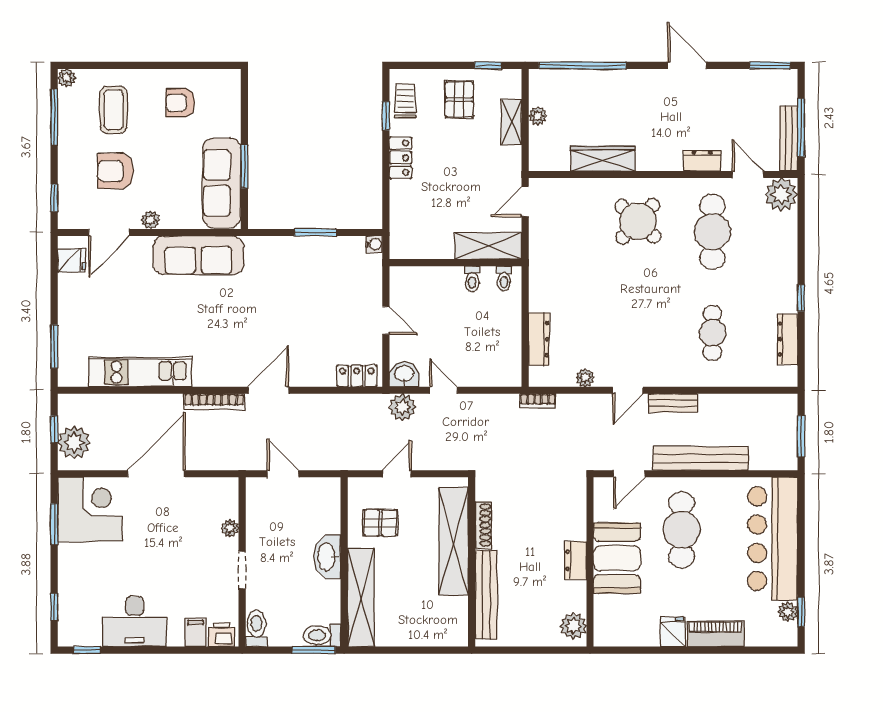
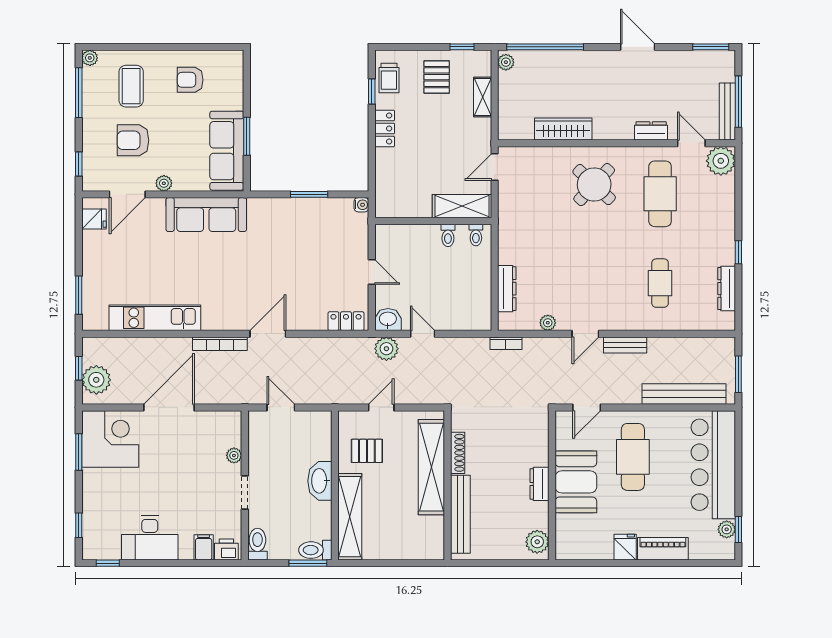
trolley: (405, 101) -> (389, 78), turned 180
plant: (538, 116) -> (506, 62), moved
bench: (700, 458) -> (684, 394), moved

